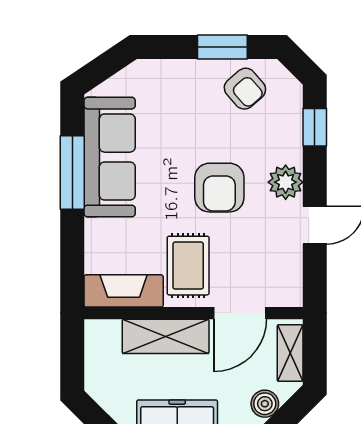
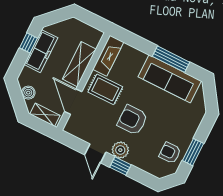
armchair: (245, 89) -> (170, 153), turned 41
window: (315, 127) -> (120, 166), moved

